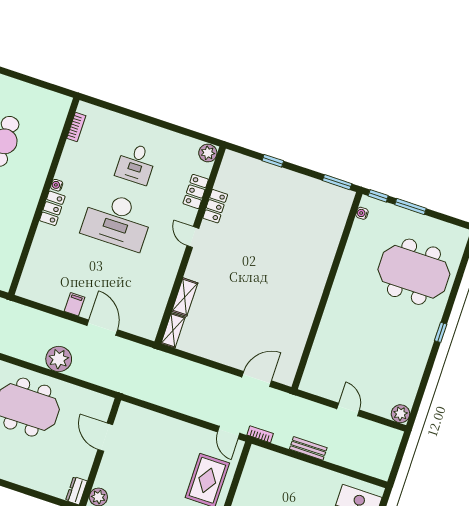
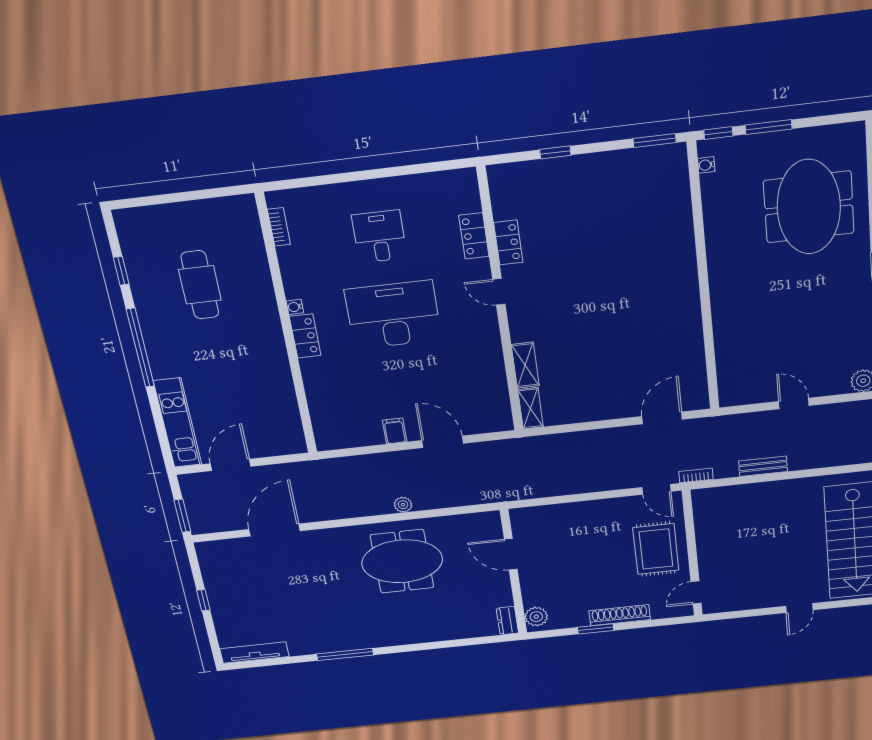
plant: (208, 153) -> (465, 182), removed
desk: (136, 164) -> (379, 237), turned 180
desk: (117, 221) -> (393, 315), turned 180
meeting table: (414, 272) -> (809, 207), turned 90
plant: (59, 359) -> (403, 505), width x0.53, depth x0.53

